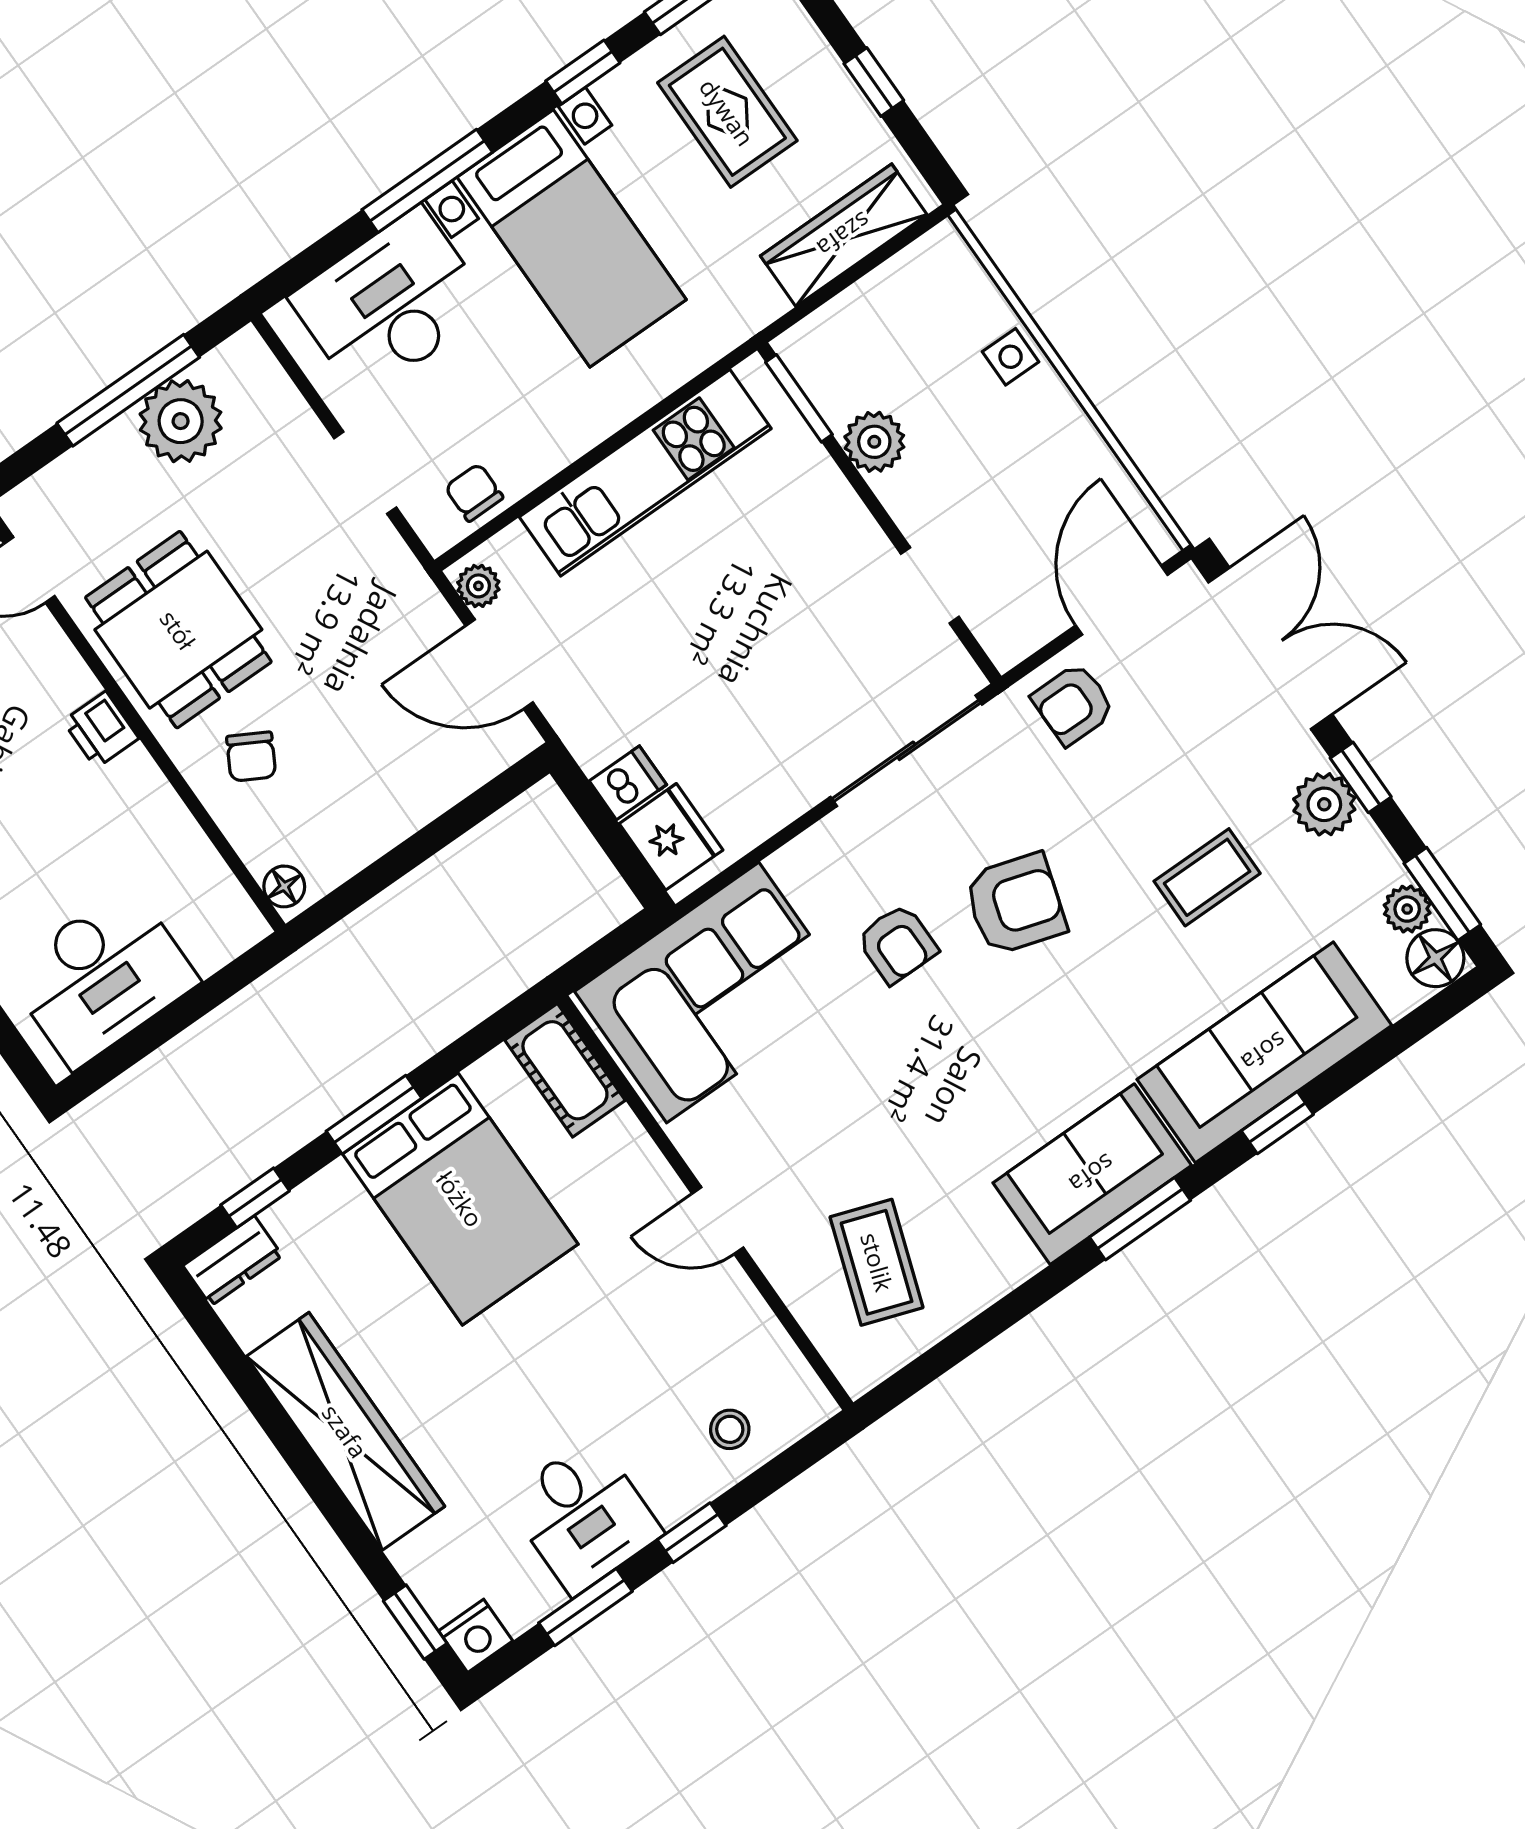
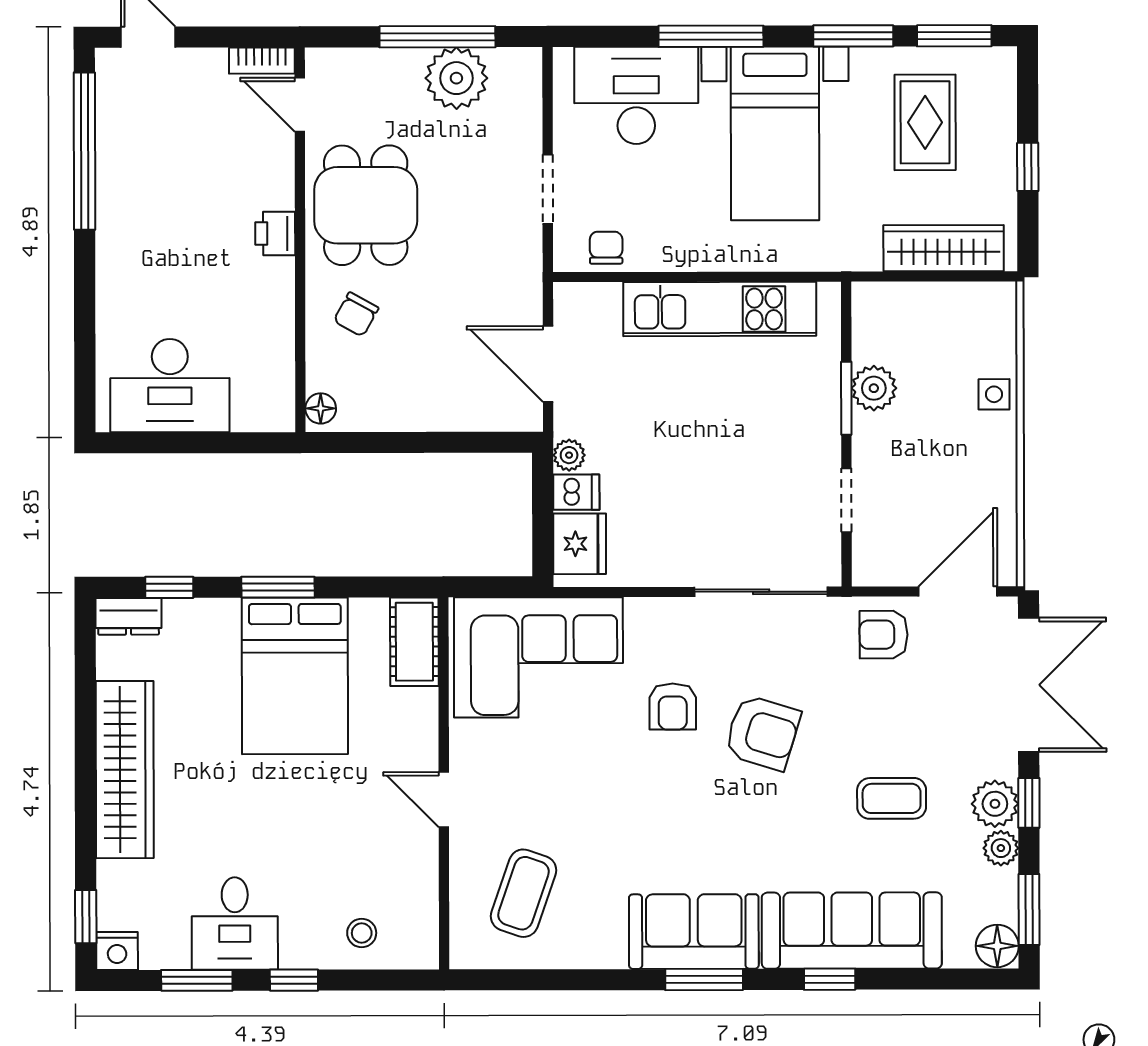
window: (583, 72) -> (853, 36), width x1.50
window: (799, 398) -> (846, 398), moved
plant: (478, 586) -> (569, 455), moved
plant: (1407, 909) -> (1001, 848), moved

